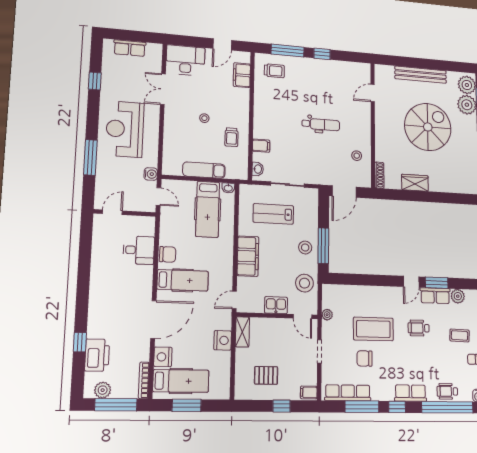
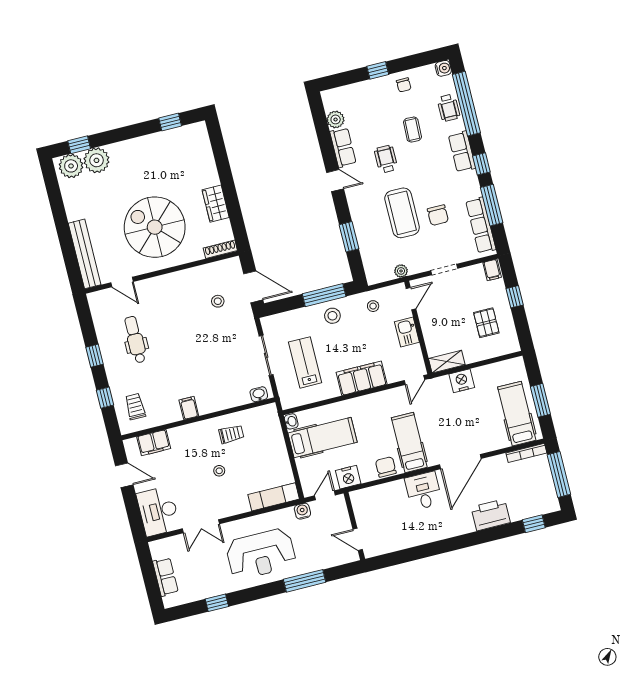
window: (288, 51) -> (105, 398), width x0.46
bench: (421, 75) -> (85, 254), moved
dental chair: (321, 124) -> (135, 340), moved
spiral stairs: (428, 127) -> (155, 227), moved
filing cabinet: (261, 146) -> (189, 408), moved
stool: (357, 156) -> (218, 301), moved
exam couch: (204, 170) -> (274, 497), moved, turned 90
lab bench: (273, 214) -> (305, 362), turned 180
desk: (139, 250) -> (423, 491), moved
stool: (304, 283) -> (373, 306), width x0.53, depth x0.53
window: (437, 283) -> (349, 237), moved
door: (234, 300) -> (414, 380), hinge flipped
door: (153, 320) -> (460, 462), swing flipped
wheelchair: (419, 328) -> (386, 159), turned 180
coffee table: (460, 335) -> (412, 130), moved
window: (80, 342) -> (534, 524), moved
printer: (97, 355) -> (491, 515), moved
nightstand: (163, 357) -> (348, 477), moved
plant: (103, 390) -> (548, 493), removed

